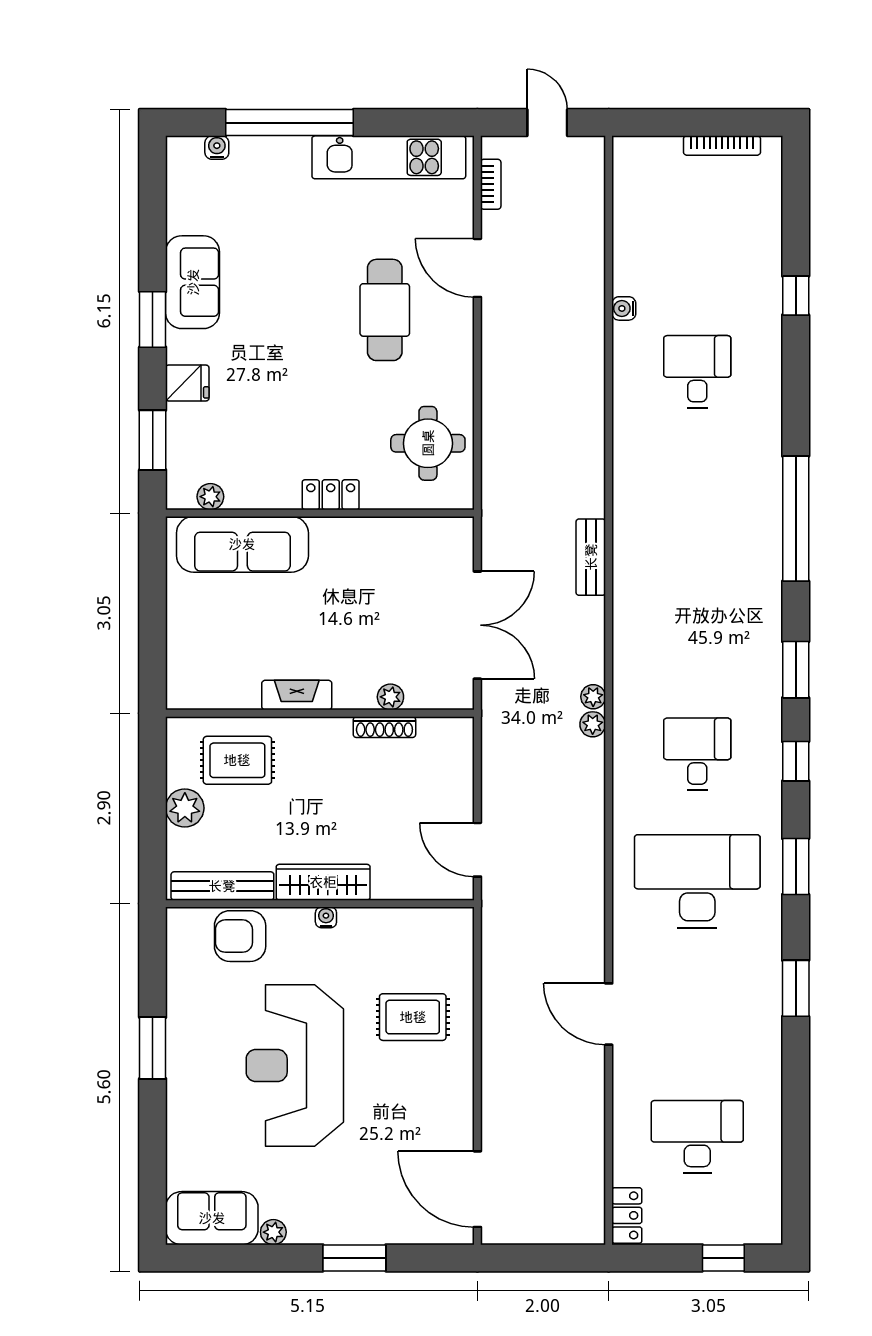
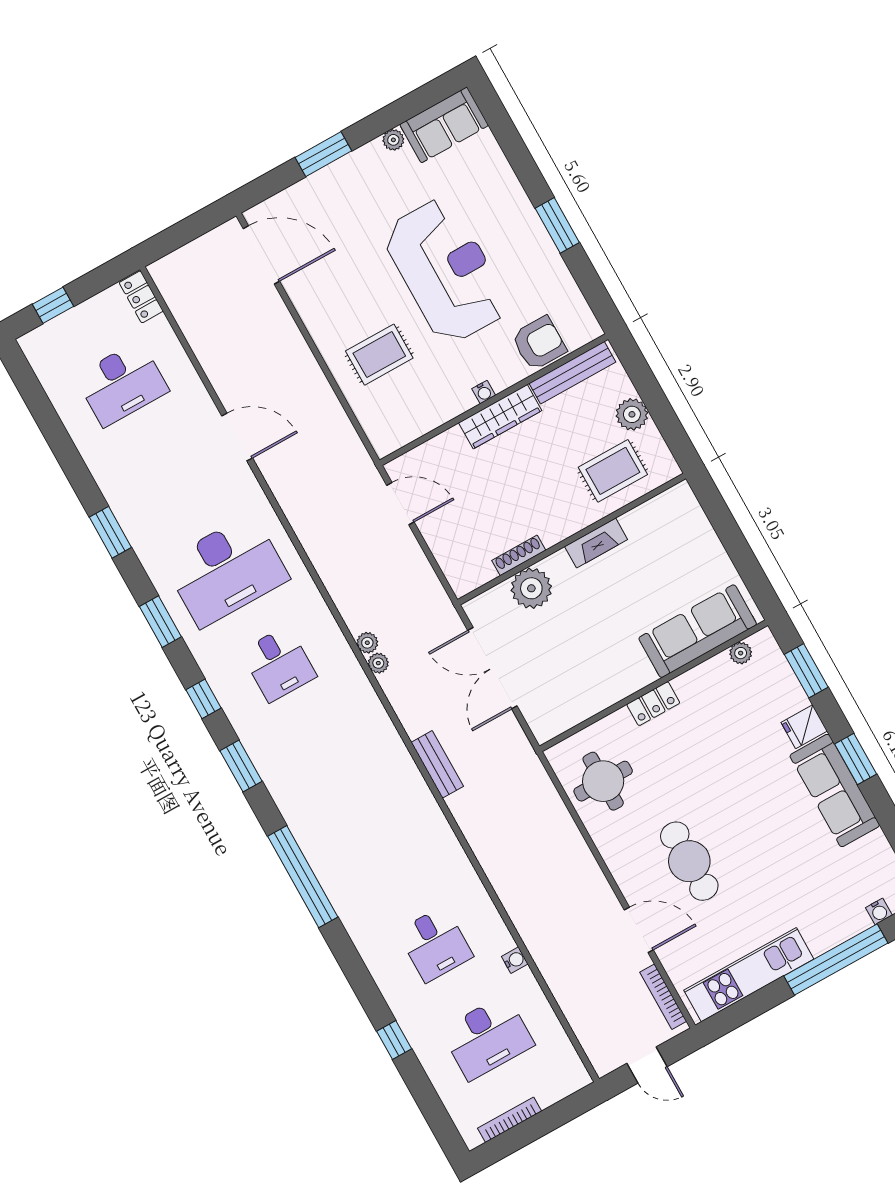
bookcase: (491, 184) -> (663, 997), width x1.56
desk: (697, 244) -> (487, 1037), added
sofa: (193, 282) -> (835, 791), width x1.36
plant: (390, 697) -> (531, 588), width x1.87, depth x1.87

